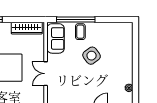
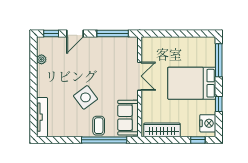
tv unit: (128, 39) -> (42, 117), added

